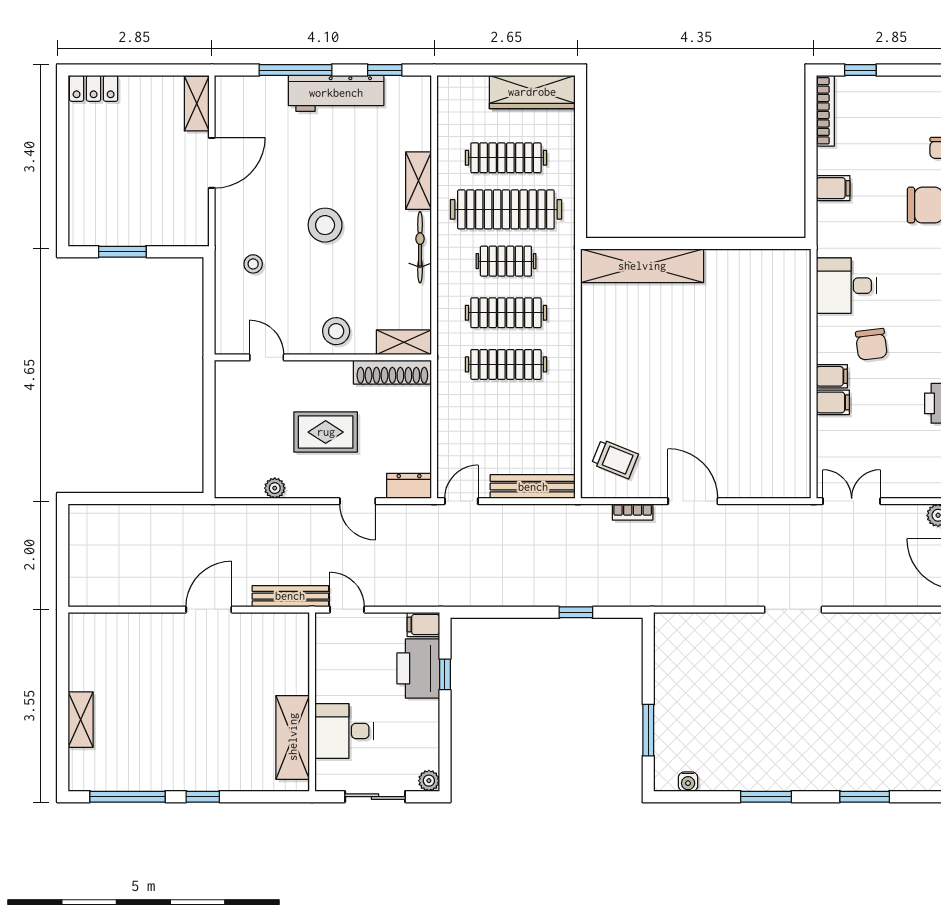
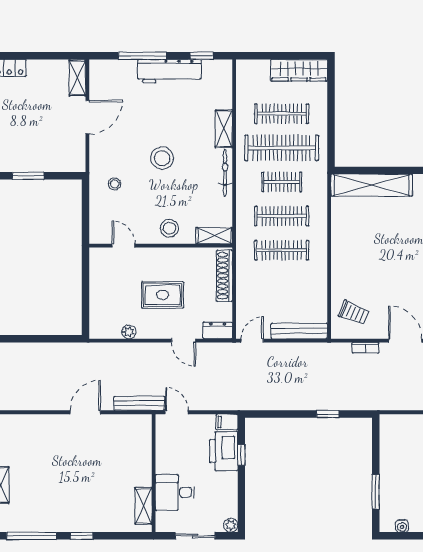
shoe rack: (392, 372) -> (224, 276), moved, turned 90
shelving: (293, 737) -> (143, 506), width x0.67, depth x0.75

